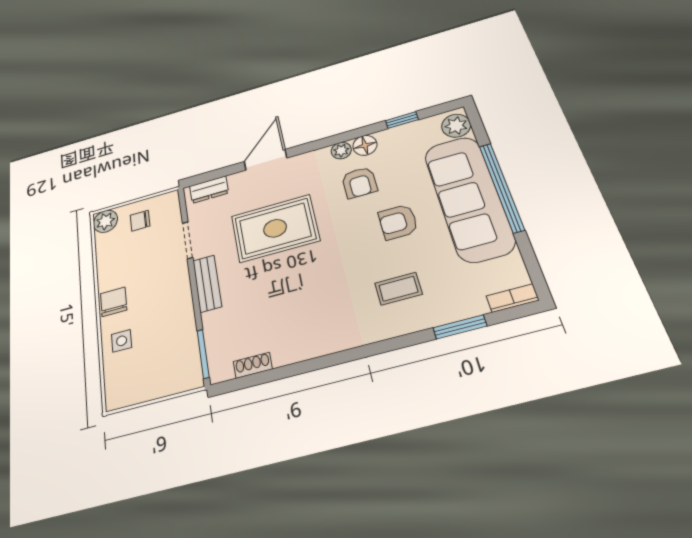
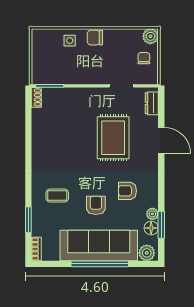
window: (402, 120) -> (161, 225), width x1.50
floor lamp: (365, 145) -> (151, 228), moved
plant: (341, 151) -> (152, 214), moved
bench: (207, 283) -> (90, 94), removed
coffee table: (398, 289) -> (57, 195), turned 90
chair: (114, 302) -> (95, 38), turned 180
shoe rack: (253, 365) -> (36, 97), moved

